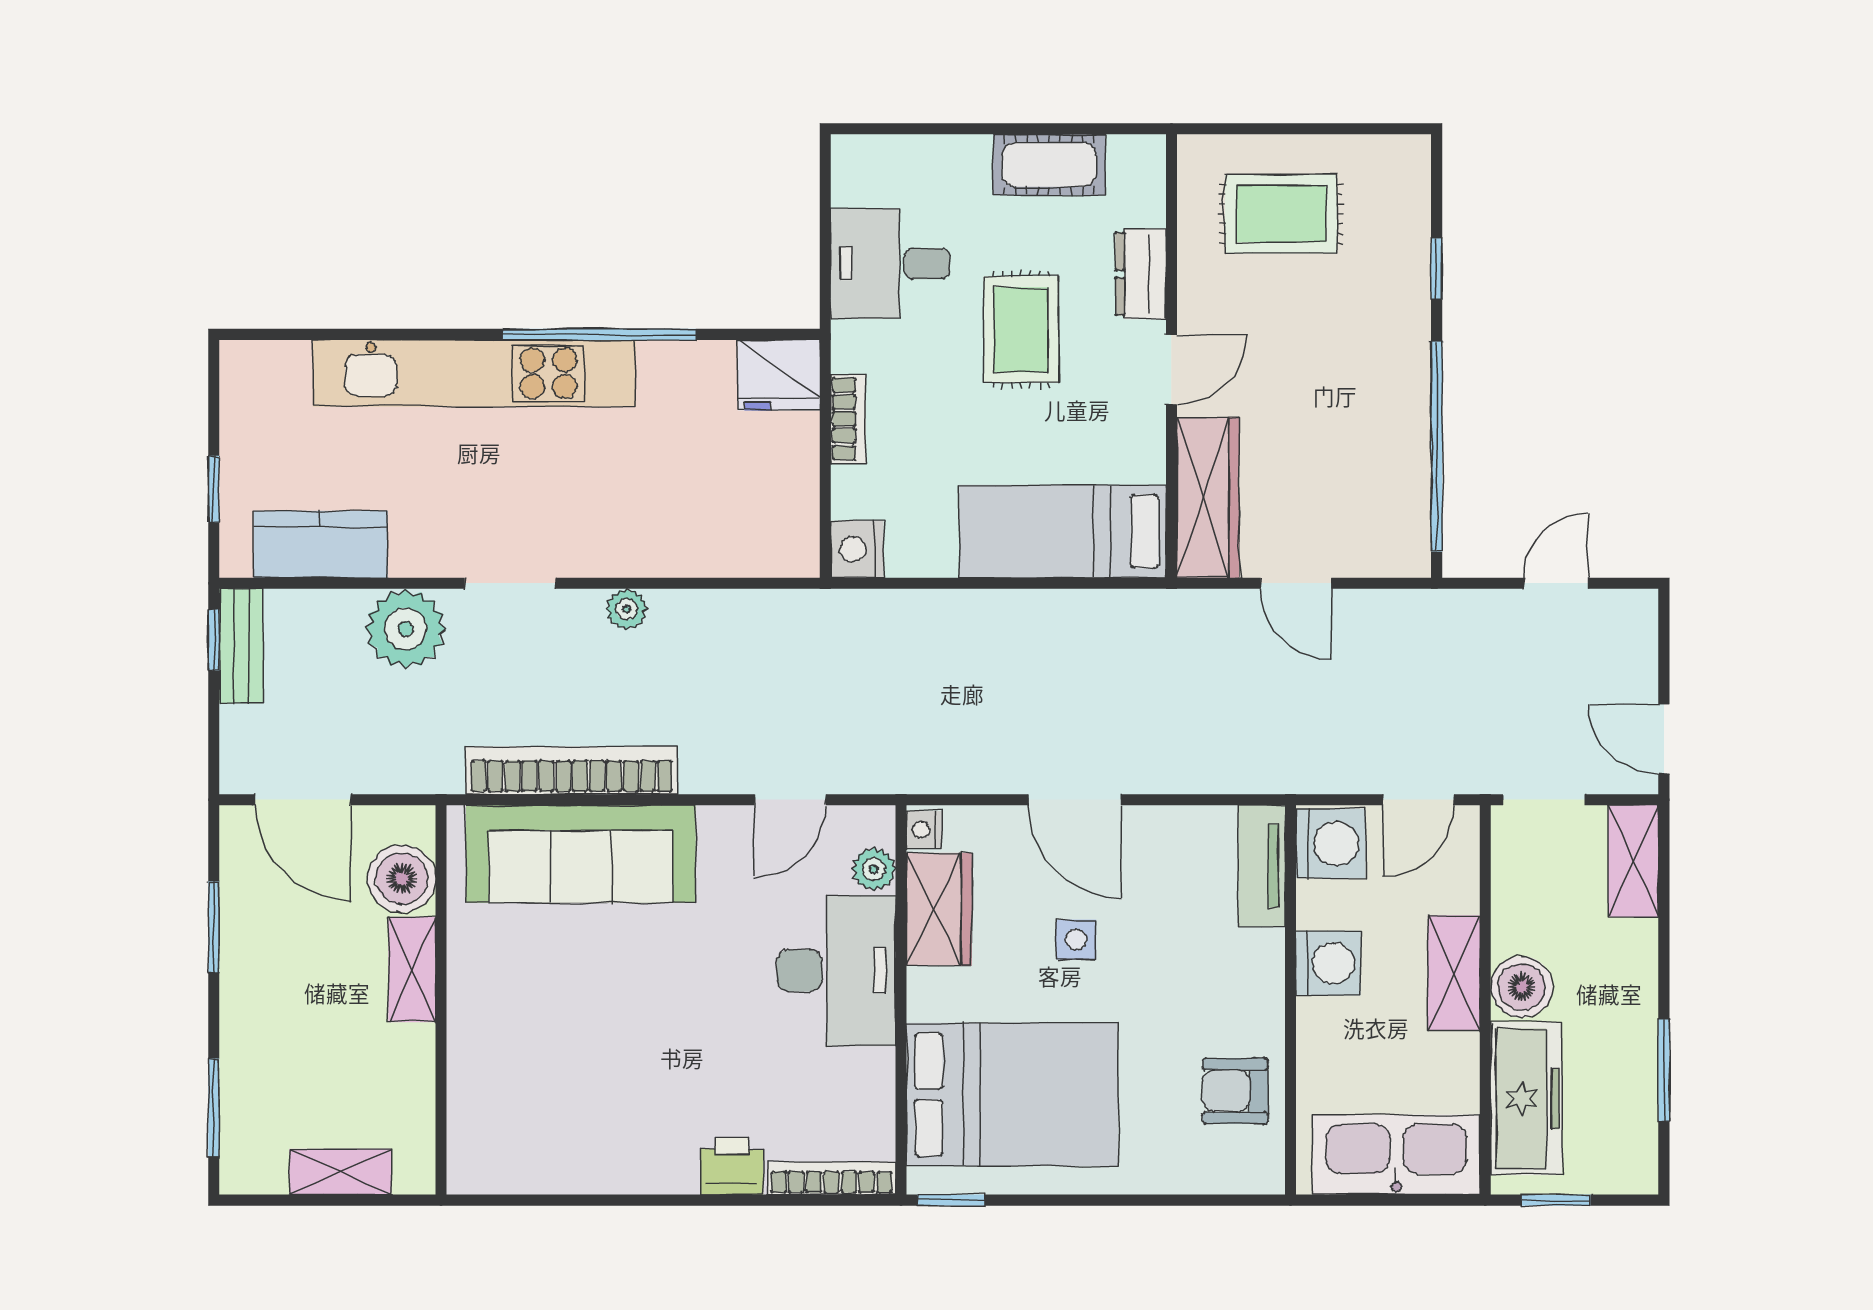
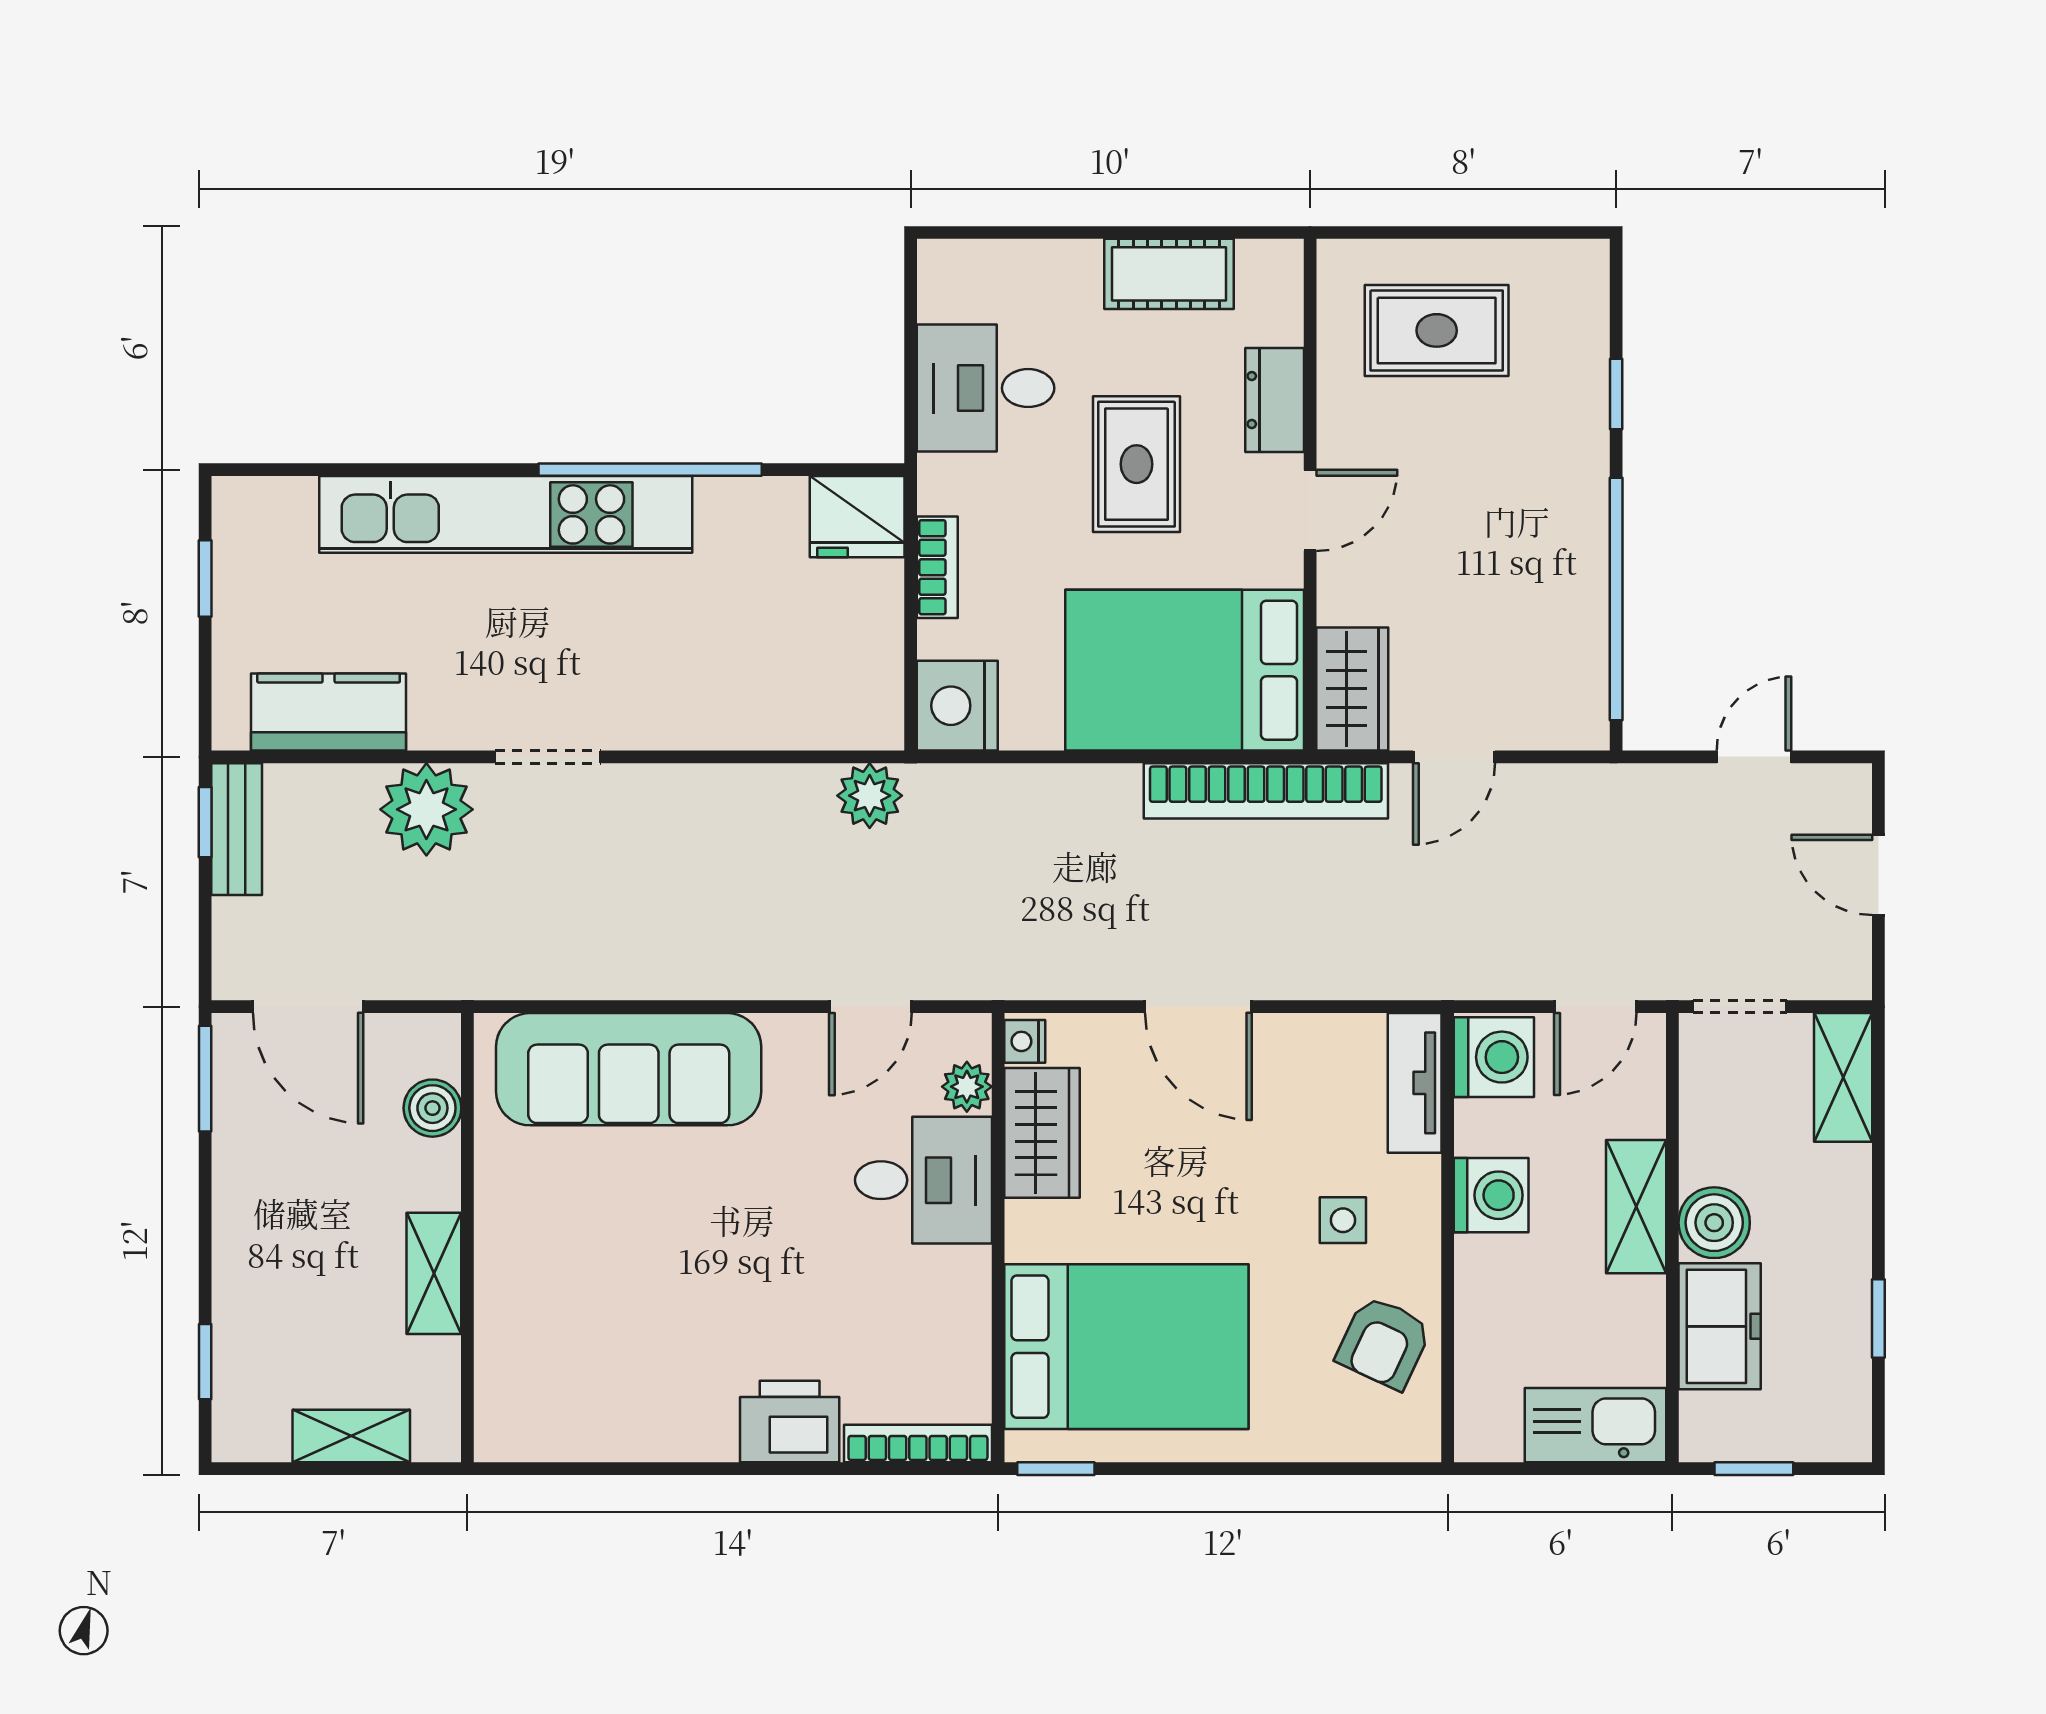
window: (214, 489) -> (205, 578), moved
wardrobe: (1208, 498) -> (1352, 689), width x0.67
bed: (1063, 531) -> (1185, 670), width x1.50
nightstand: (857, 549) -> (957, 706), width x1.36, depth x1.33
door: (1296, 583) -> (1454, 757), hinge flipped
plant: (627, 609) -> (870, 796), moved, width x1.38, depth x1.38
door: (1664, 739) -> (1878, 875), moved
bookcase: (572, 770) -> (1266, 791), moved, turned 180
boiler: (402, 879) -> (432, 1108), width x0.73, depth x0.73
window: (214, 927) -> (205, 1079), moved
side table: (1076, 940) -> (1343, 1220), moved
shelving: (412, 969) -> (434, 1273), moved
desk: (836, 971) -> (923, 1180), width x0.73
window: (1664, 1070) -> (1878, 1319), width x0.67
armchair: (1235, 1091) -> (1384, 1343), turned -65
freezer: (1526, 1099) -> (1720, 1326), width x0.71
window: (214, 1107) -> (205, 1362), width x0.67
kitchen sink: (1396, 1155) -> (1595, 1425), width x0.73, depth x0.81
printer: (732, 1166) -> (790, 1422), width x1.36, depth x1.24

